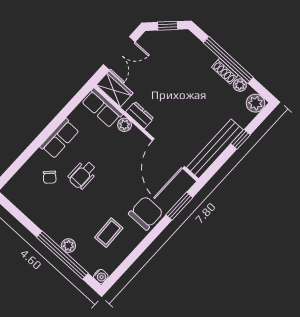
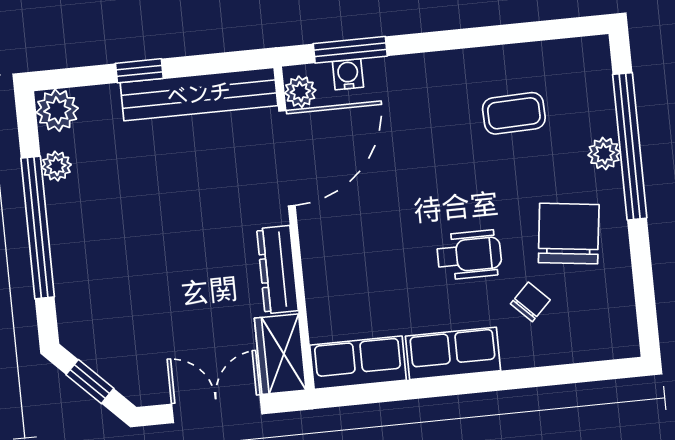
shoe rack: (225, 71) -> (61, 214), removed
row of seats: (102, 108) -> (358, 363), moved, turned -90
dresser: (140, 115) -> (277, 270), width x1.44
plant: (125, 125) -> (300, 92), moved
chair: (146, 213) -> (569, 234), moved, turned 97
water cooler: (101, 276) -> (348, 74), moved

